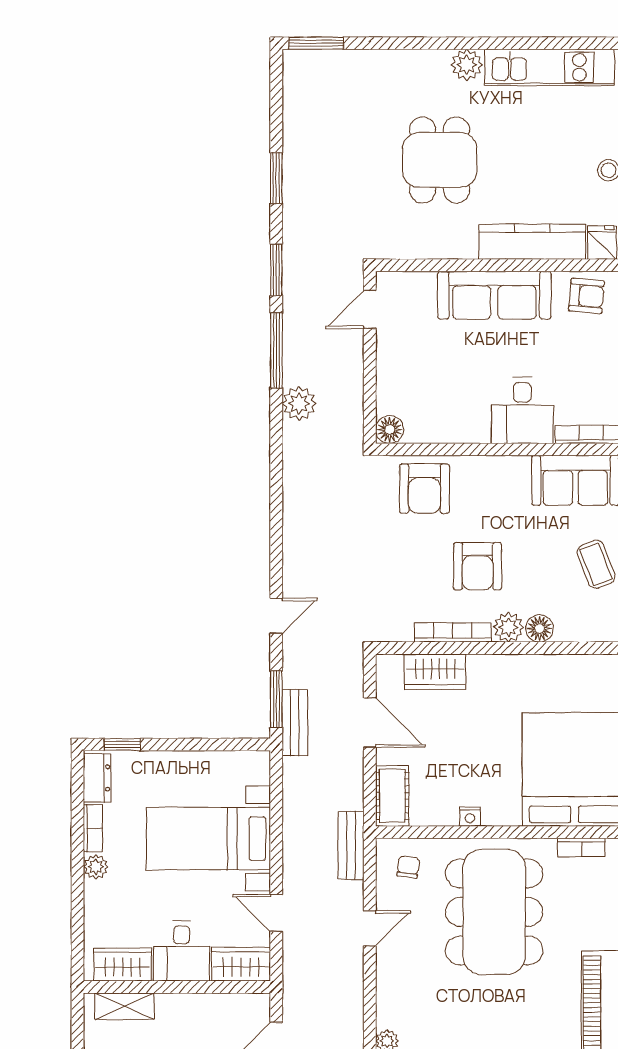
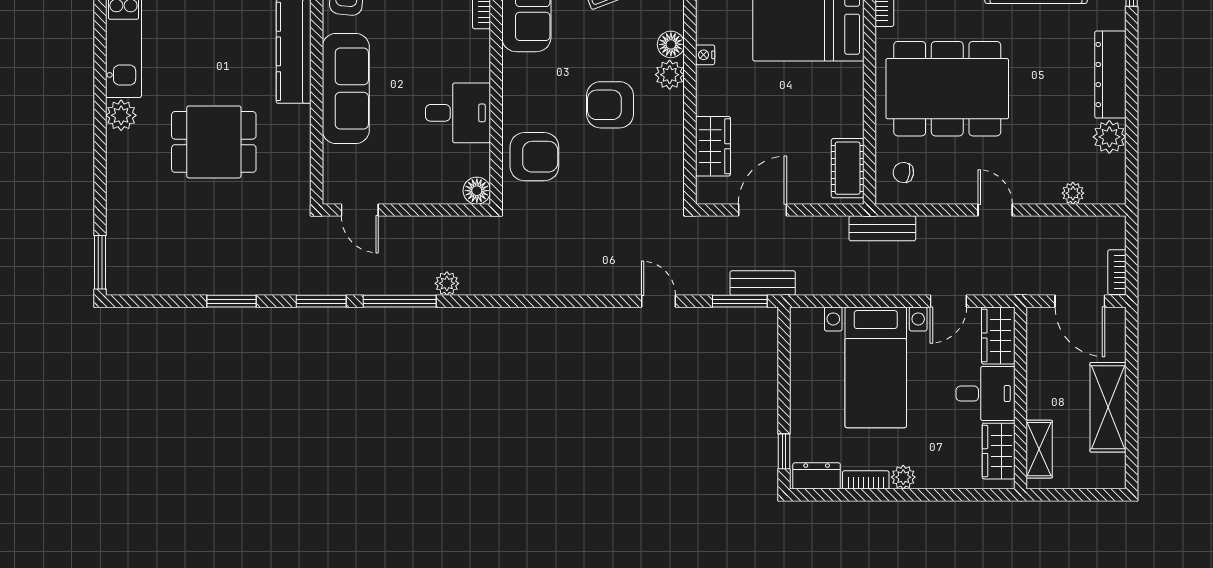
plant: (299, 404) -> (447, 283), width x0.73, depth x0.73
desk: (522, 410) -> (458, 113), moved
armchair: (478, 566) -> (610, 105), turned 180
bookcase: (453, 632) -> (675, 129), removed
cot: (392, 796) -> (848, 168), moved, turned 90
nightstand: (470, 817) -> (705, 55), moved, turned 180
door: (370, 928) -> (995, 210), moved

